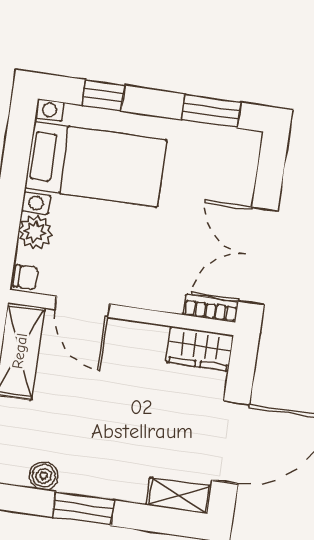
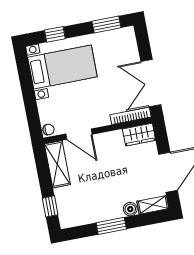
plant: (35, 232) -> (46, 108), removed
bookcase: (211, 308) -> (131, 116), width x1.56
boiler: (44, 476) -> (130, 209), moved

